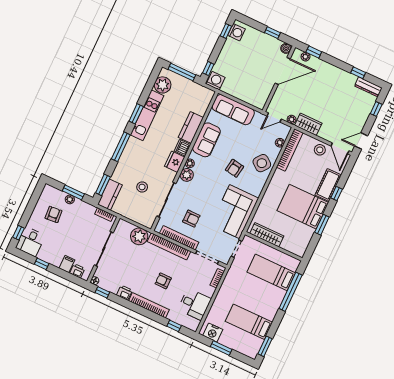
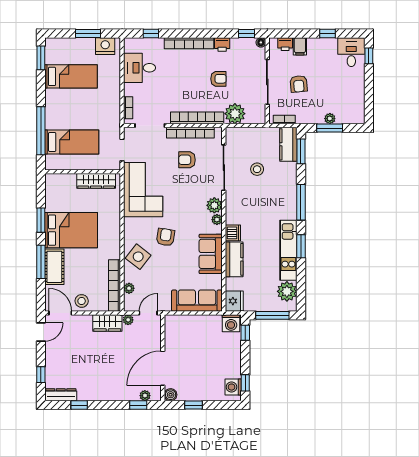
fridge: (175, 162) -> (234, 301), moved
window: (337, 194) -> (41, 262), width x2.17
armchair: (54, 214) -> (299, 84), moved
armchair: (163, 281) -> (218, 79), moved

